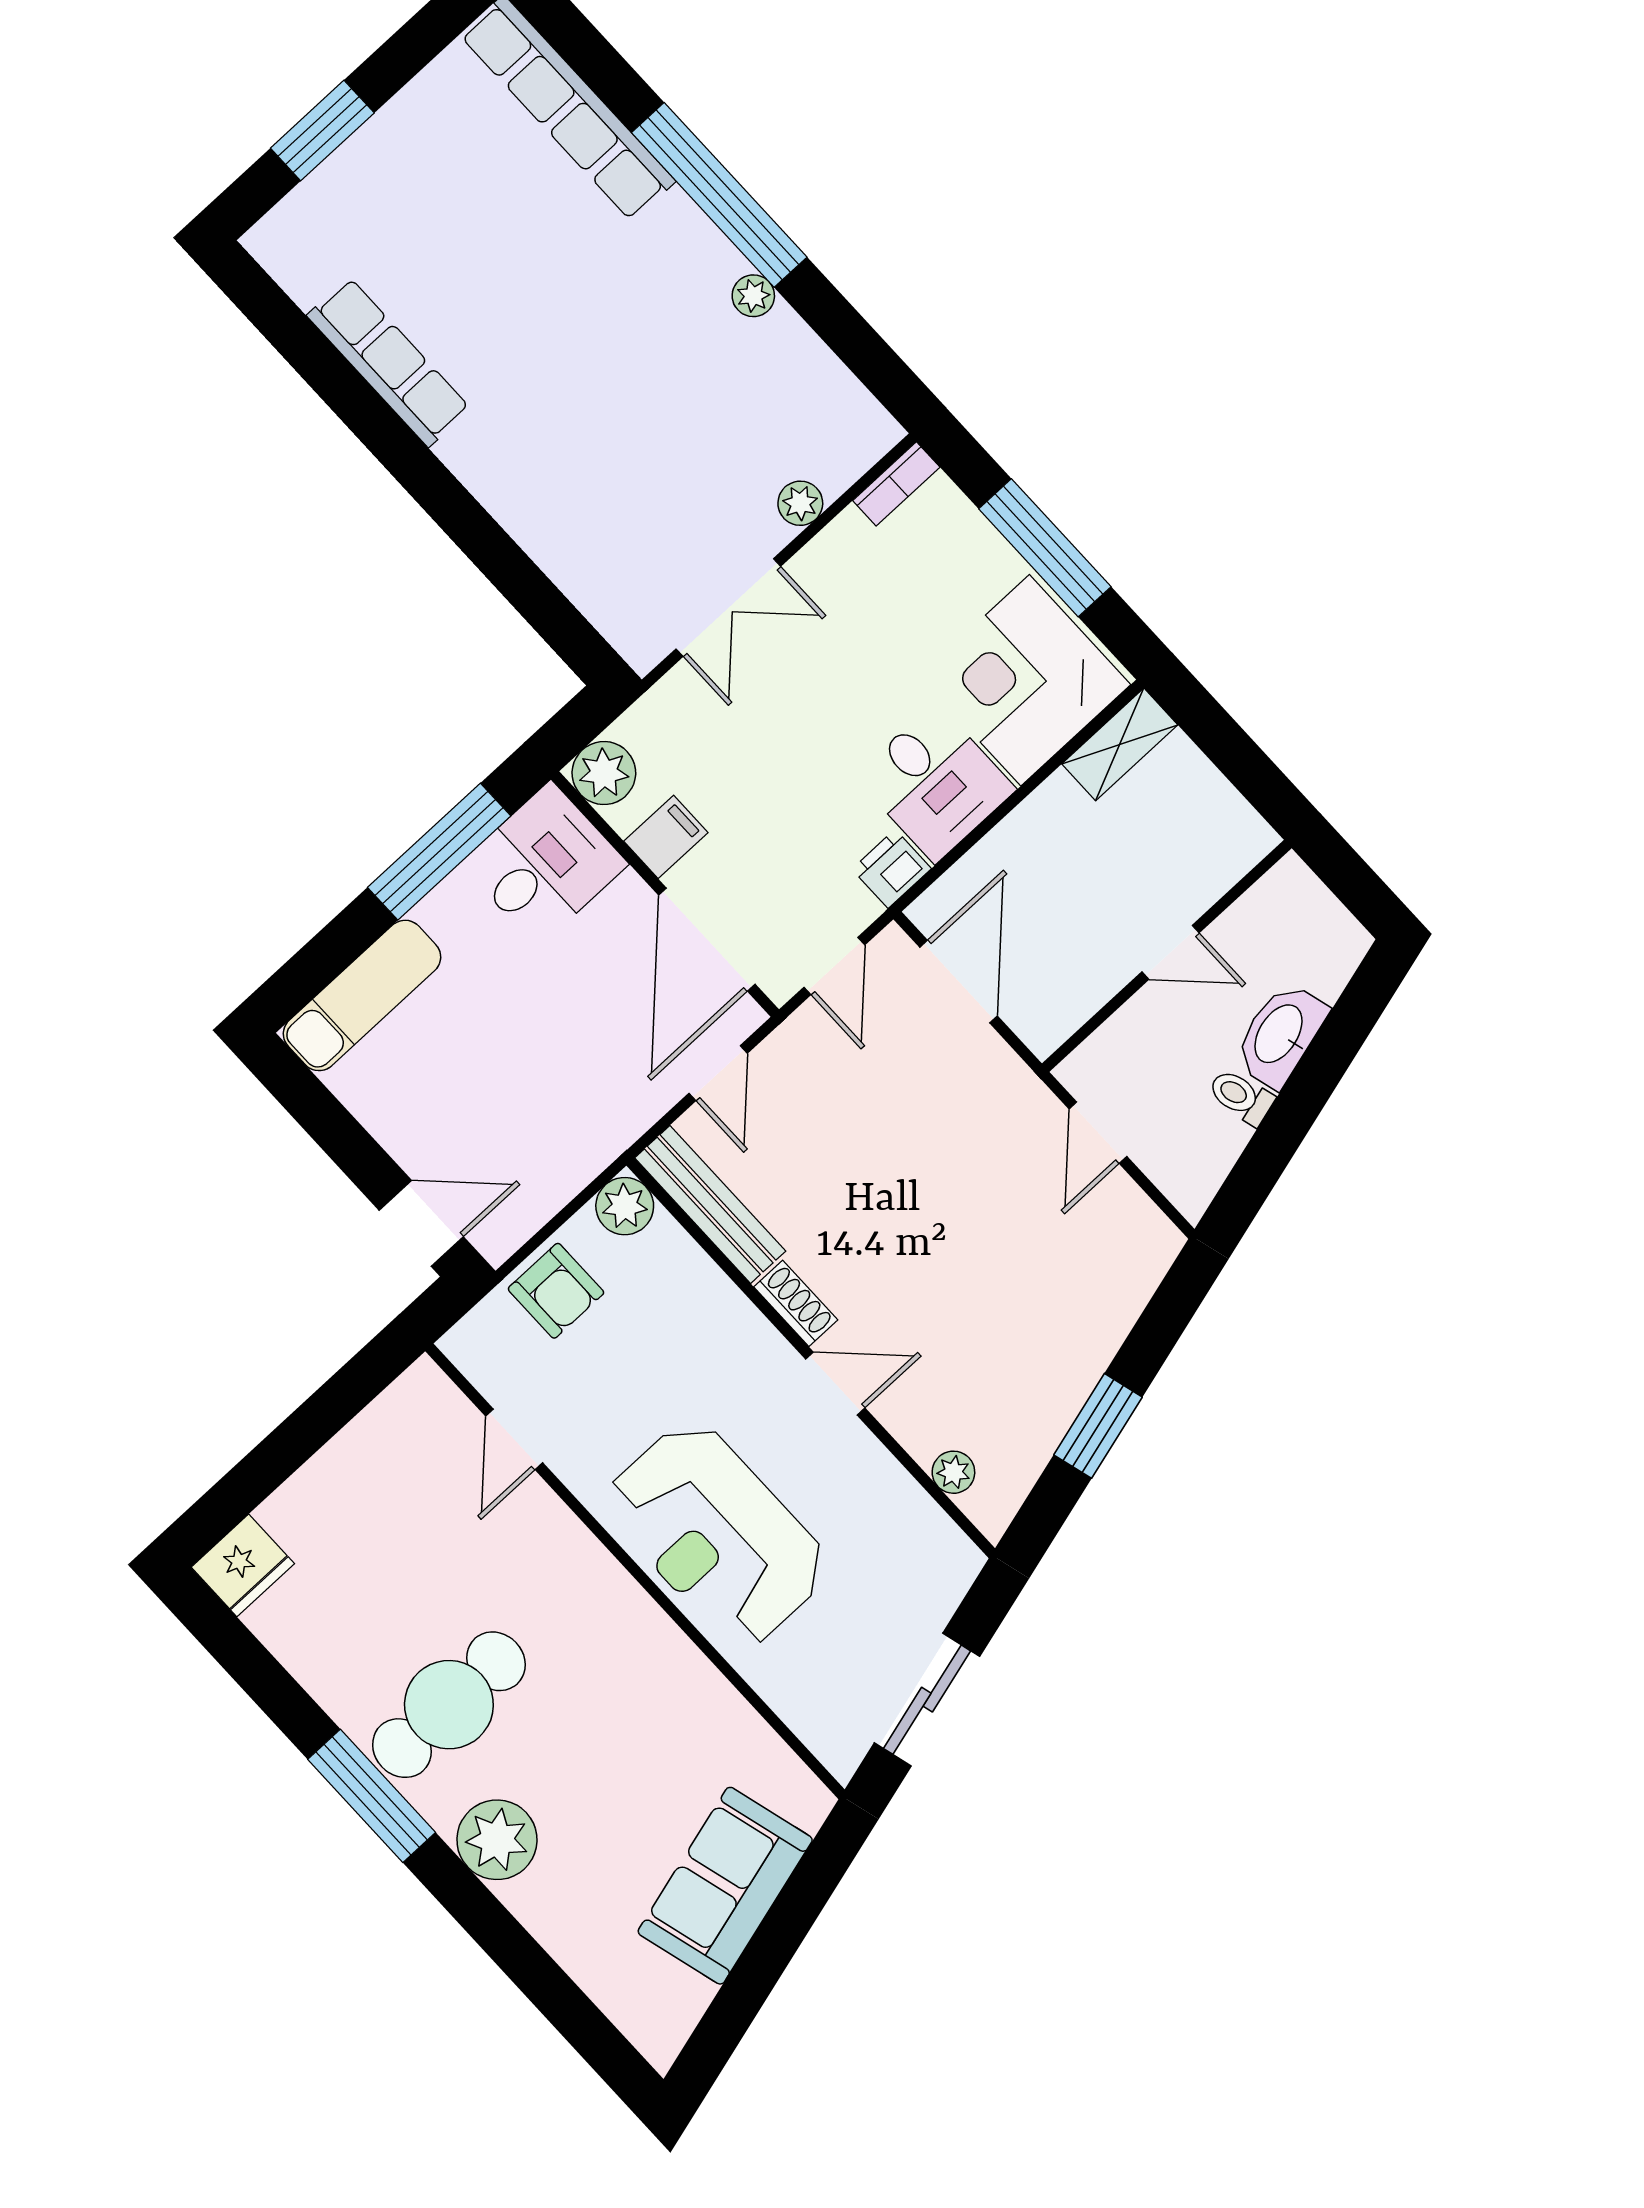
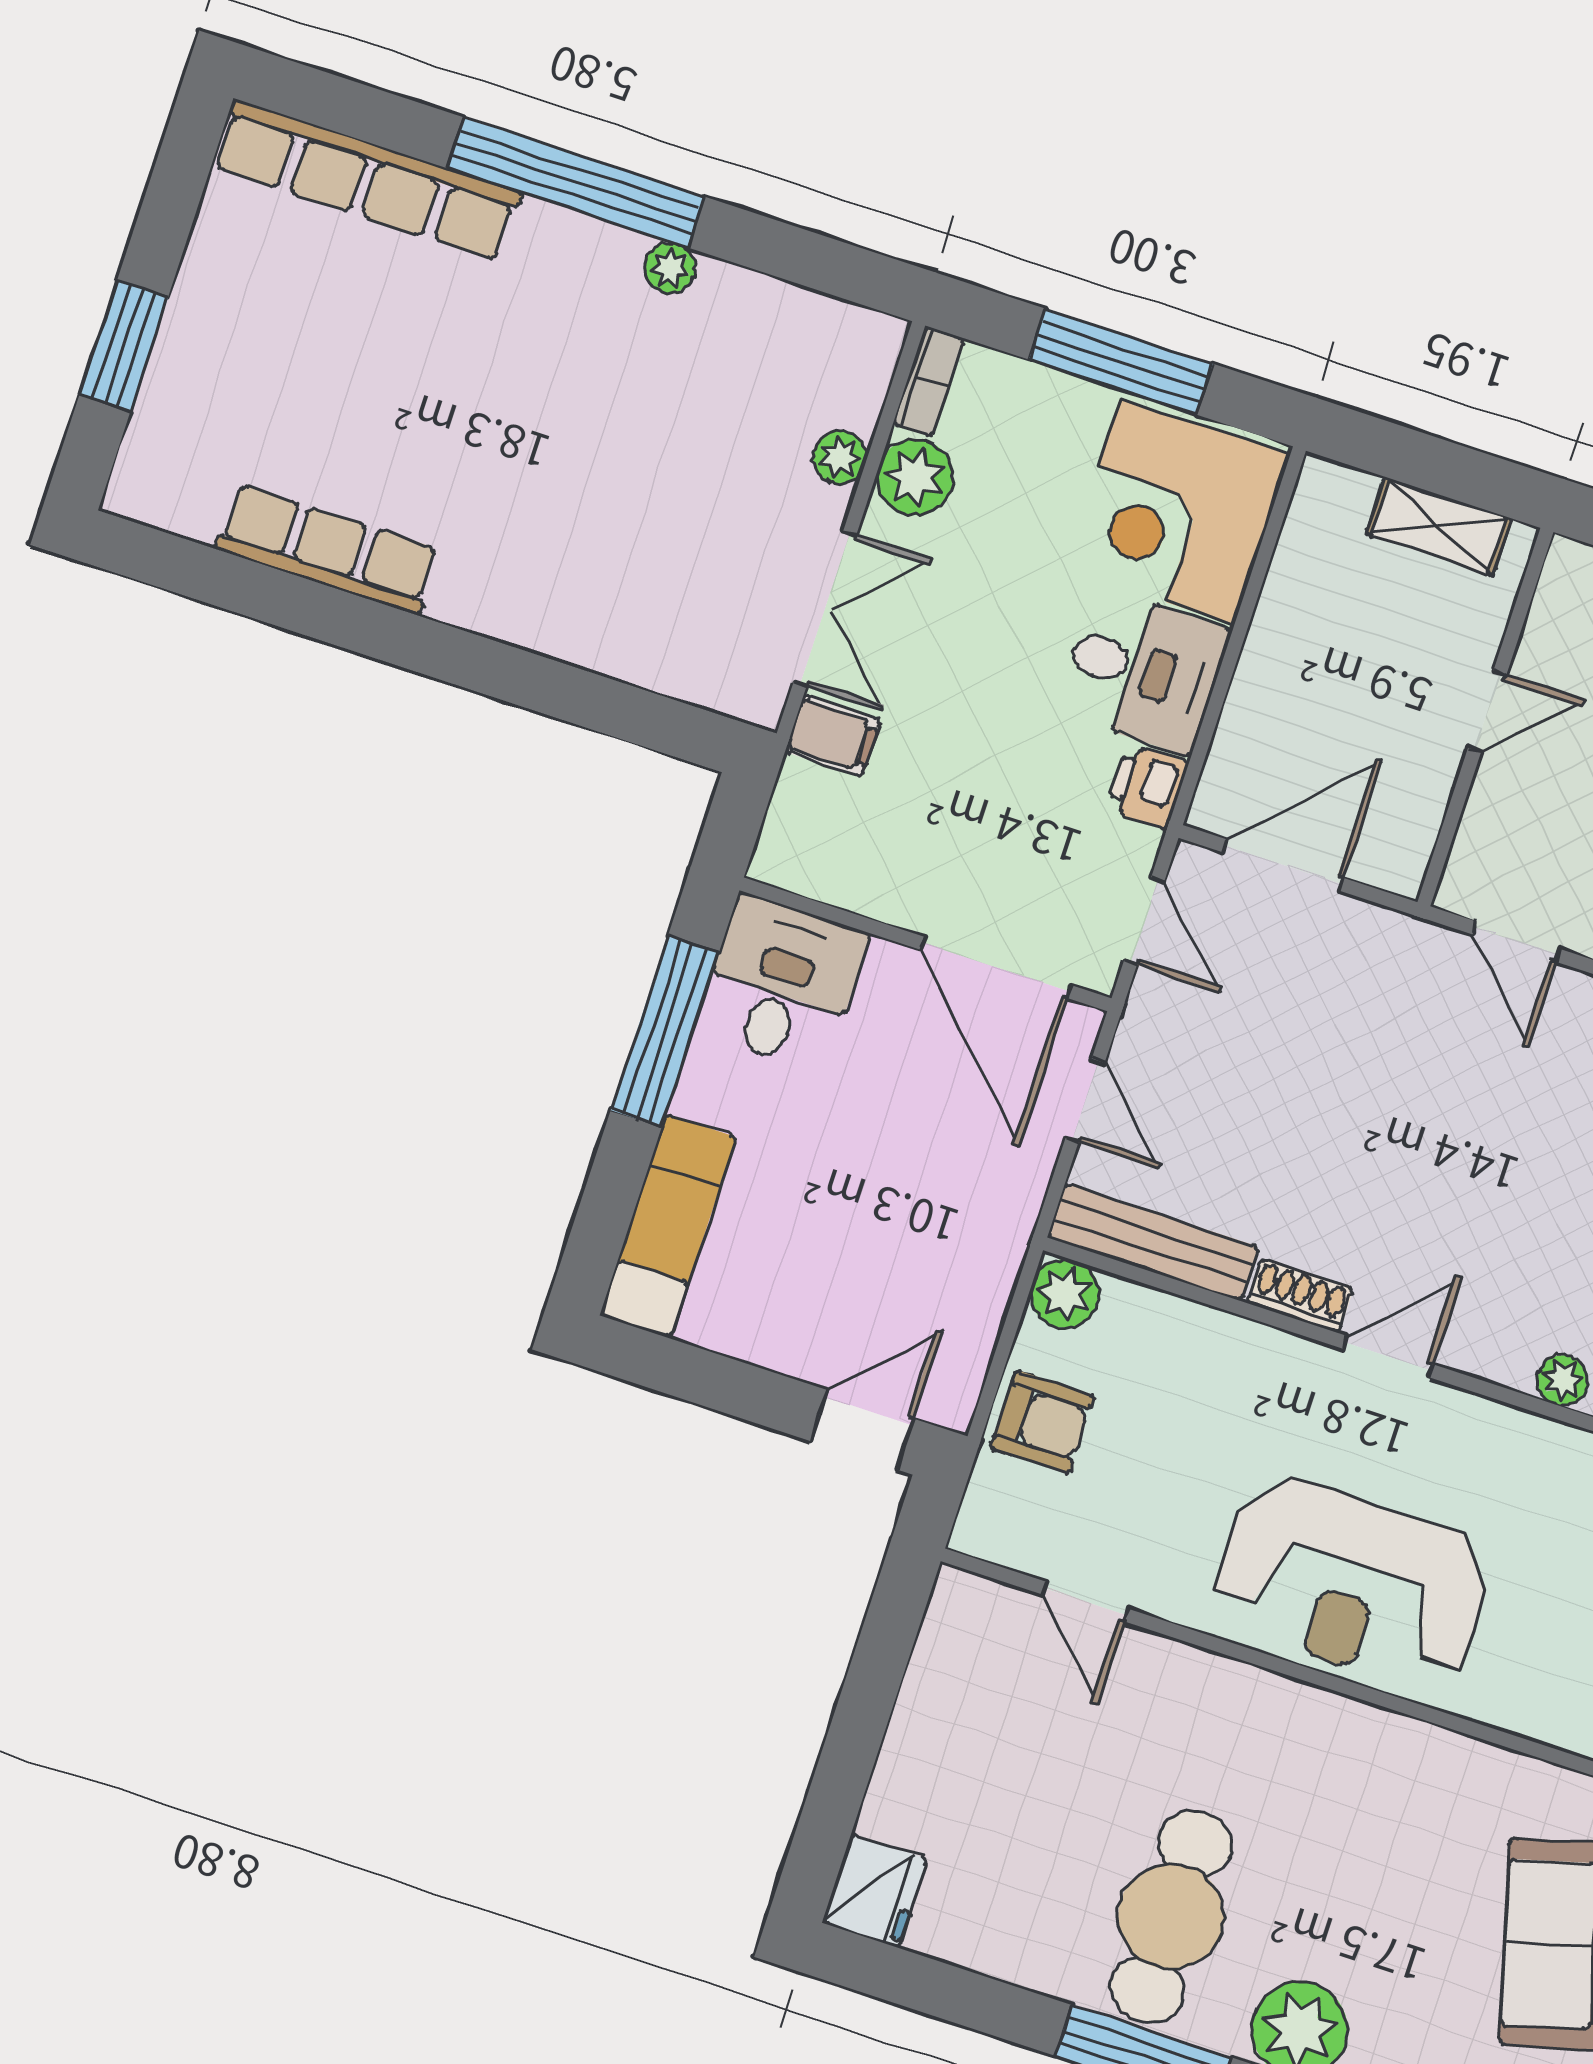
shelving: (1120, 744) -> (1439, 526), moved, turned 90
plant: (604, 773) -> (915, 477), moved
filing cabinet: (666, 837) -> (833, 736), moved, turned 90
door: (959, 982) -> (1283, 865), hinge flipped

